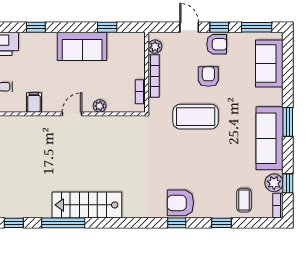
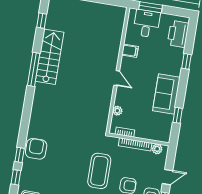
plant: (100, 106) -> (117, 111), moved
stairs: (87, 205) -> (50, 57), moved
window: (63, 223) -> (34, 69), moved
window: (177, 223) -> (20, 155), moved

